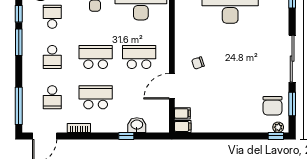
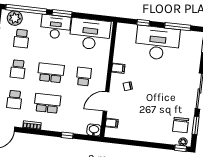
school desk: (52, 17) -> (21, 39), turned 180
school desk: (139, 57) -> (84, 77), width x0.54
washbasin: (137, 125) -> (94, 130), moved
filing cabinet: (183, 126) -> (118, 68), moved

